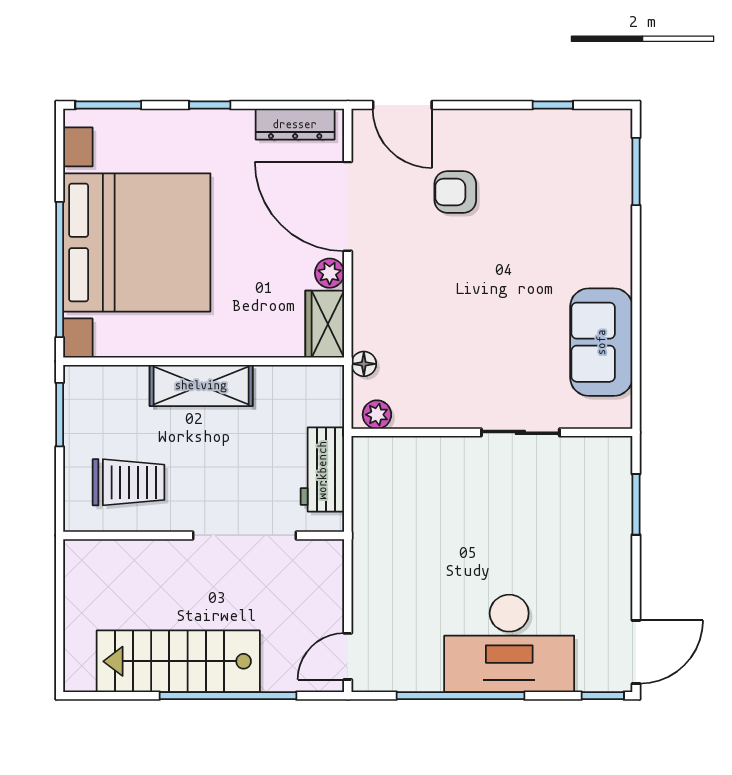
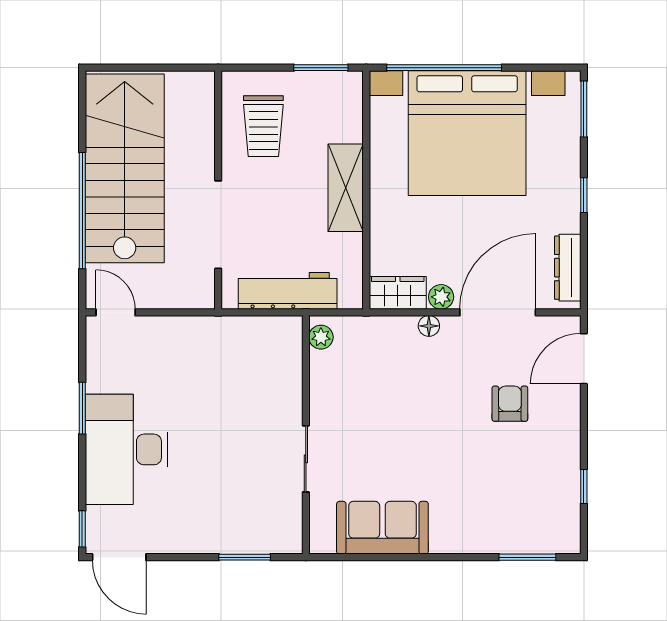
floor lamp: (364, 364) -> (429, 326), moved
workbench: (322, 470) -> (288, 291), width x1.38
stairs: (178, 661) -> (125, 168), width x1.36, depth x1.51
window: (461, 696) -> (82, 408), width x0.47

